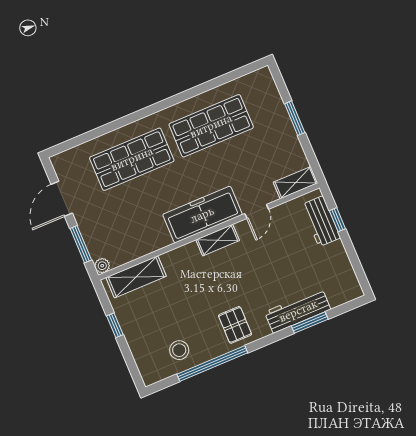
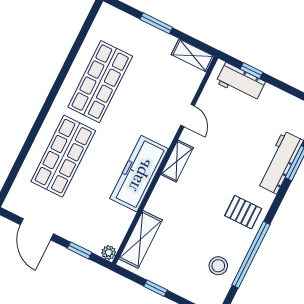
shelving: (296, 183) -> (193, 55), moved, turned 90
freezer: (202, 215) -> (139, 174), moved
window: (81, 244) -> (80, 250), width x0.67

